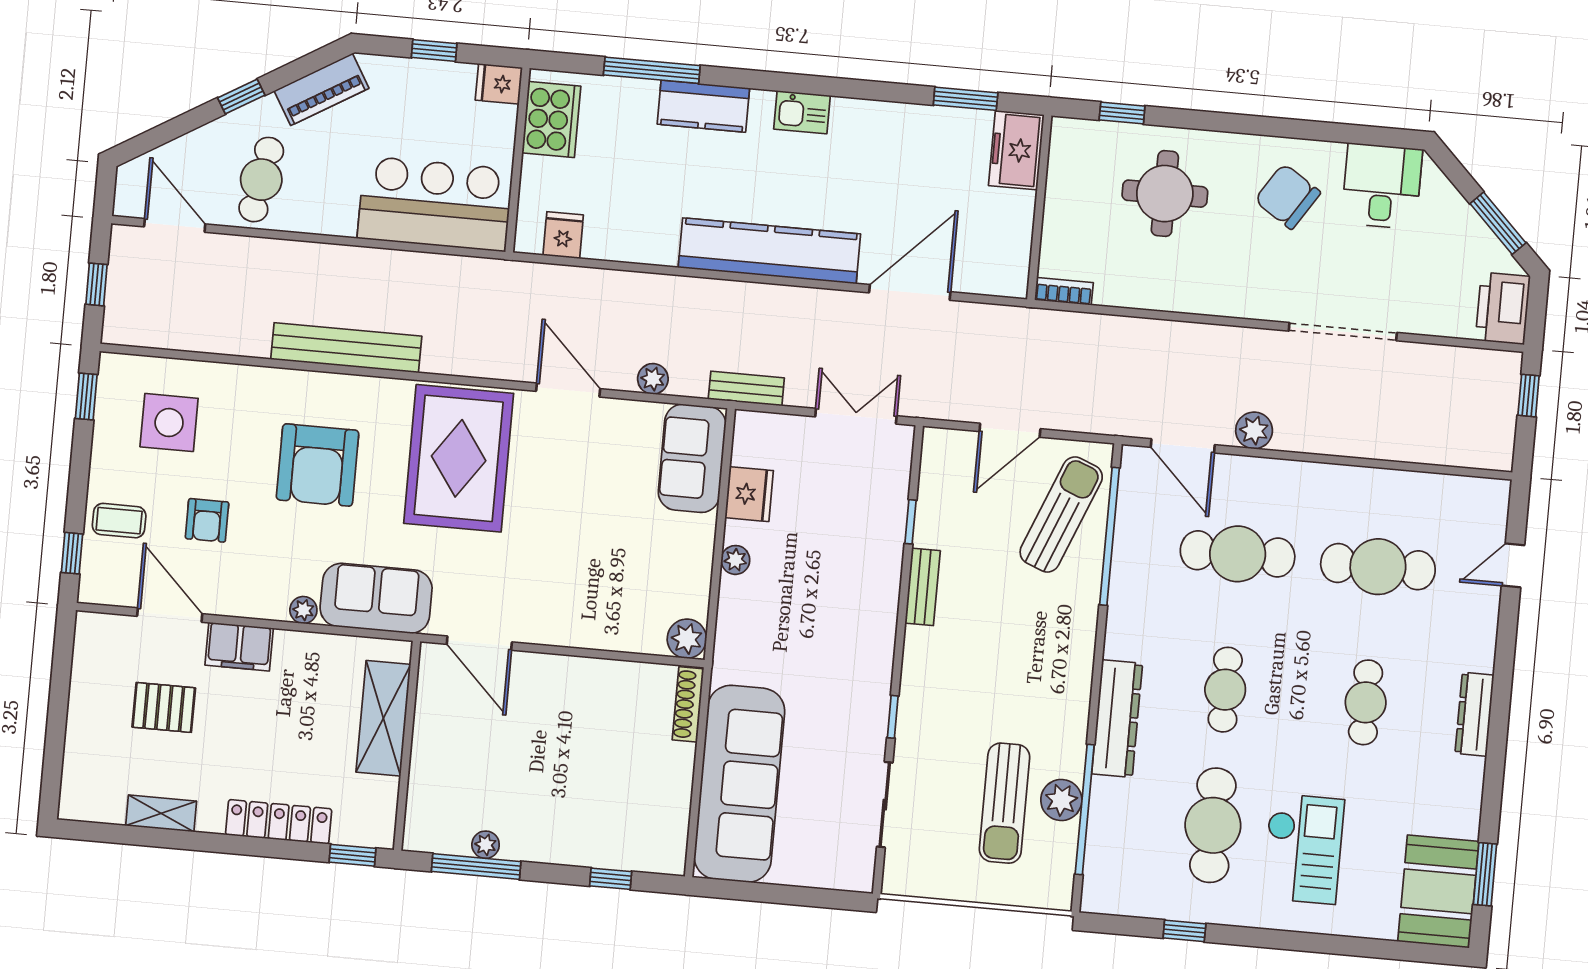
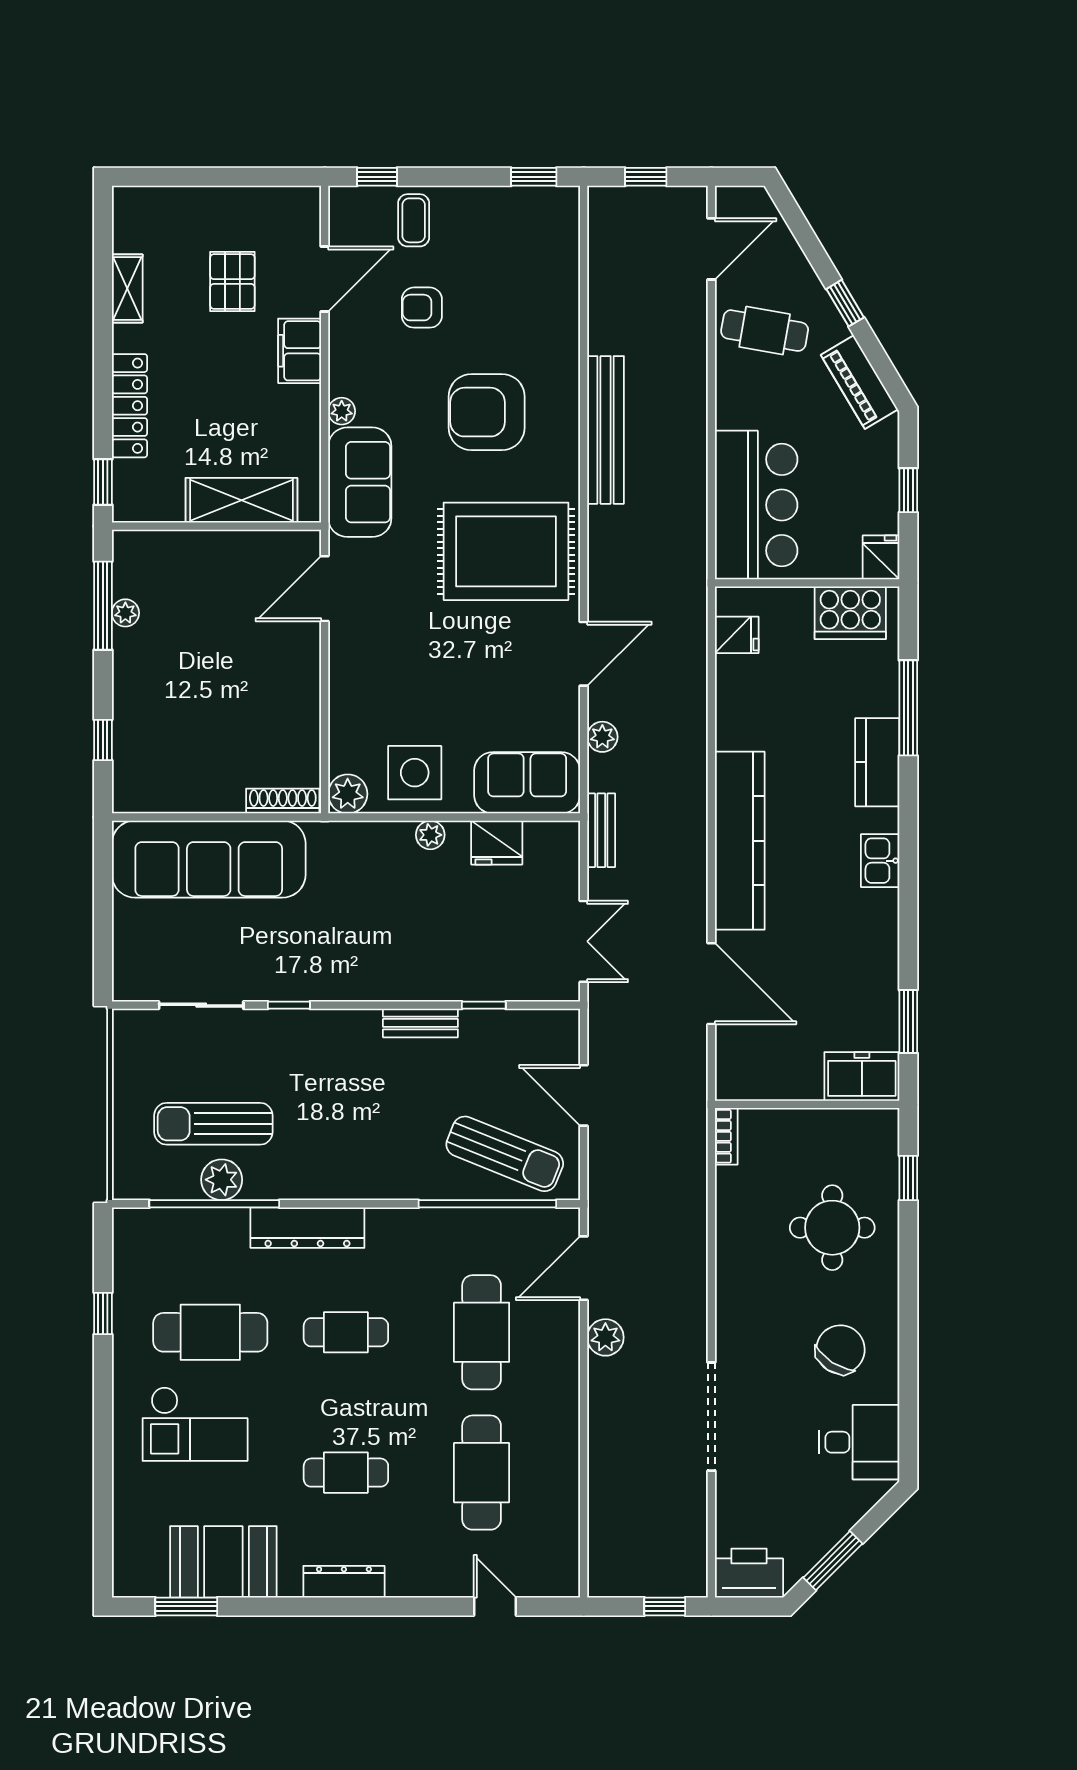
side table: (169, 423) -> (415, 773), moved
booth: (1438, 891) -> (223, 1562), moved

